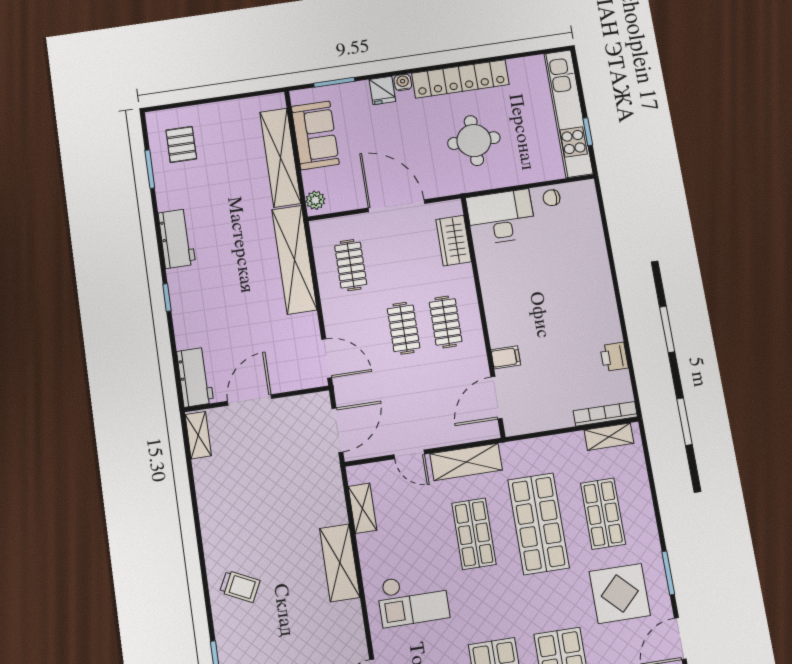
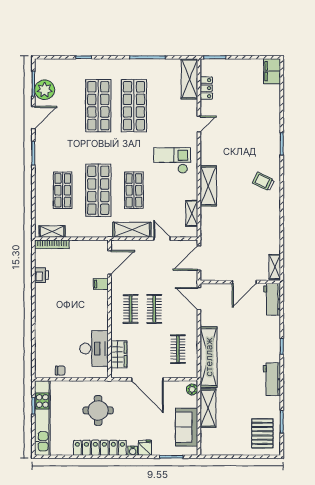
pallet: (181, 144) -> (262, 433), width x1.50, depth x1.42
shelving: (280, 158) -> (208, 408), width x0.68
desk: (501, 217) -> (94, 348), moved, turned -90
display table: (620, 594) -> (61, 146), removed

